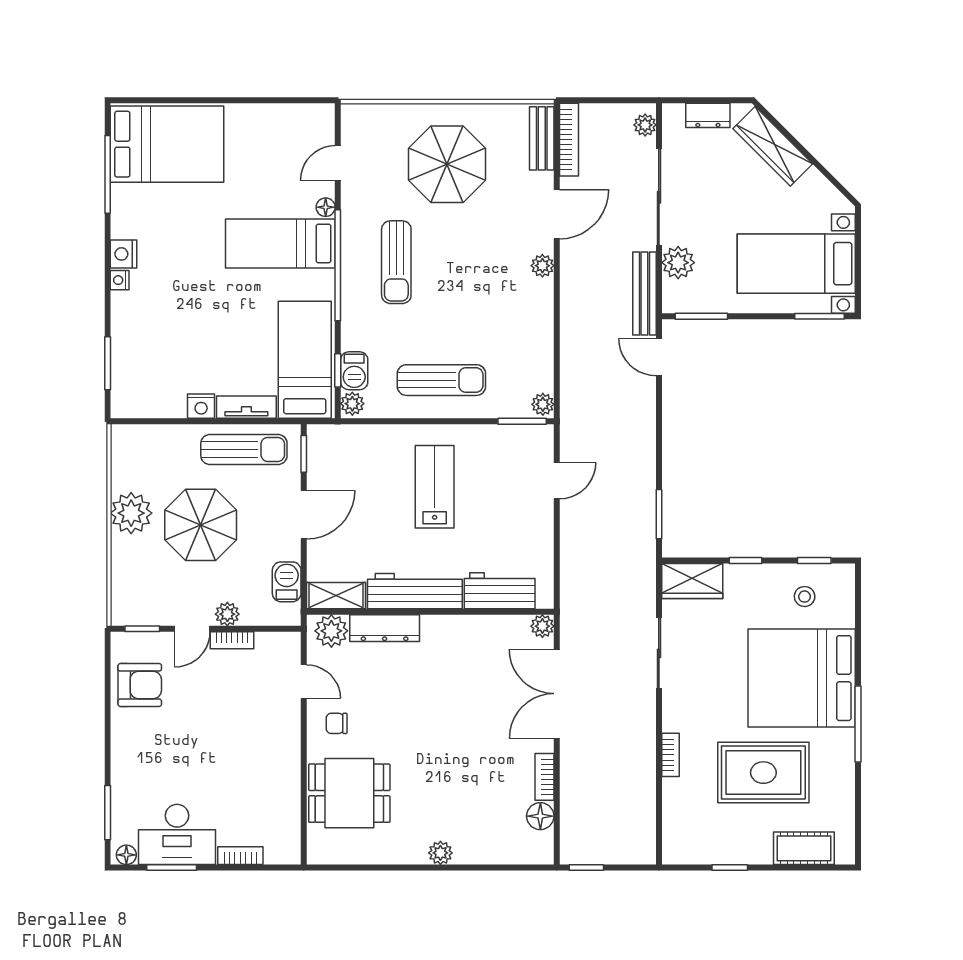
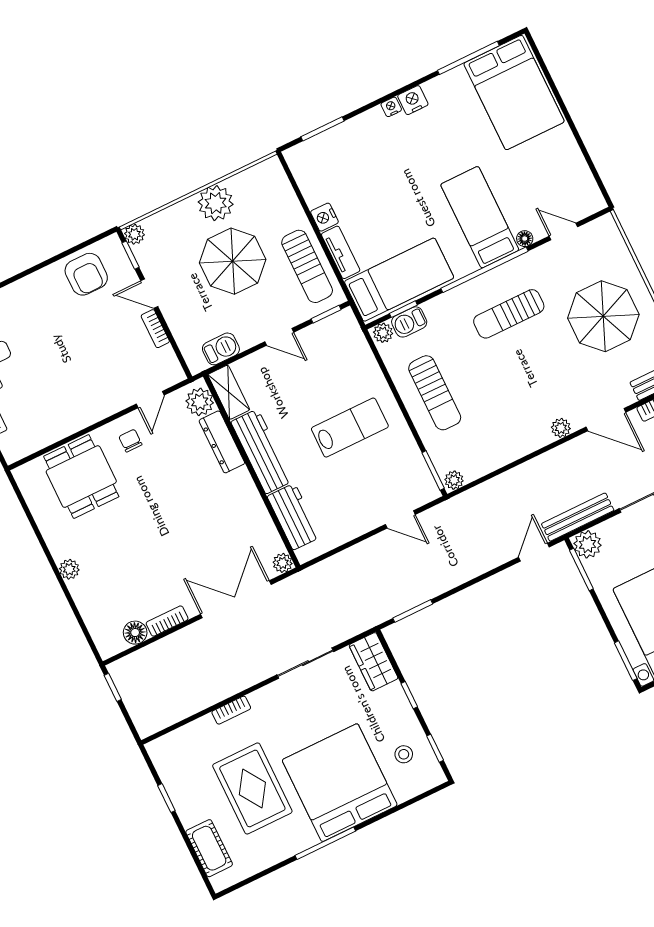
plant: (678, 263) -> (587, 544), moved
door: (304, 515) -> (279, 337), width x0.73
plant: (227, 614) -> (134, 234), moved

